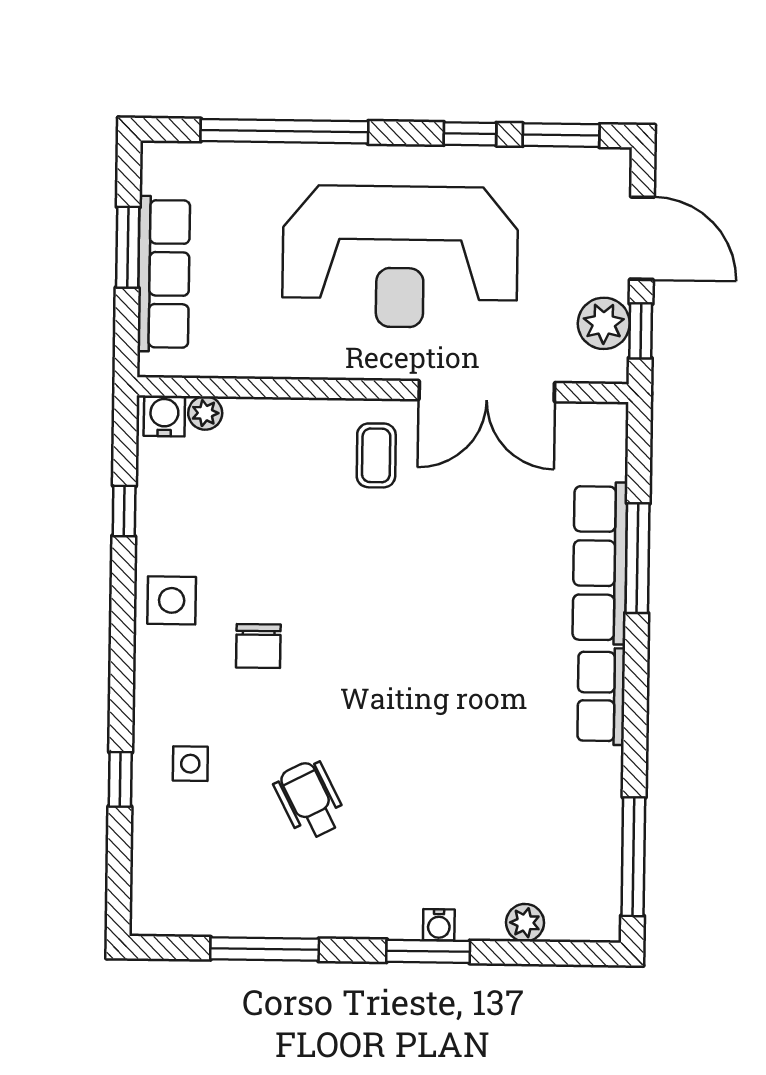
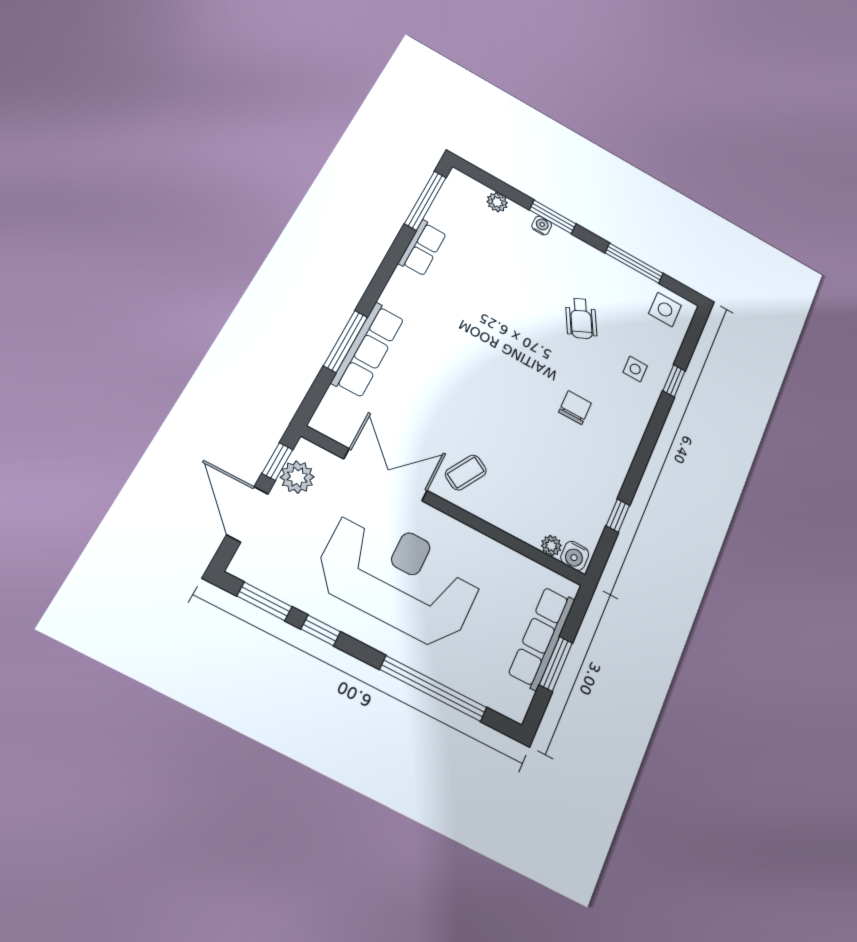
coffee table: (376, 455) -> (466, 473), turned 30
side table: (172, 600) -> (665, 310), moved
row of seats: (601, 696) -> (423, 248), moved

